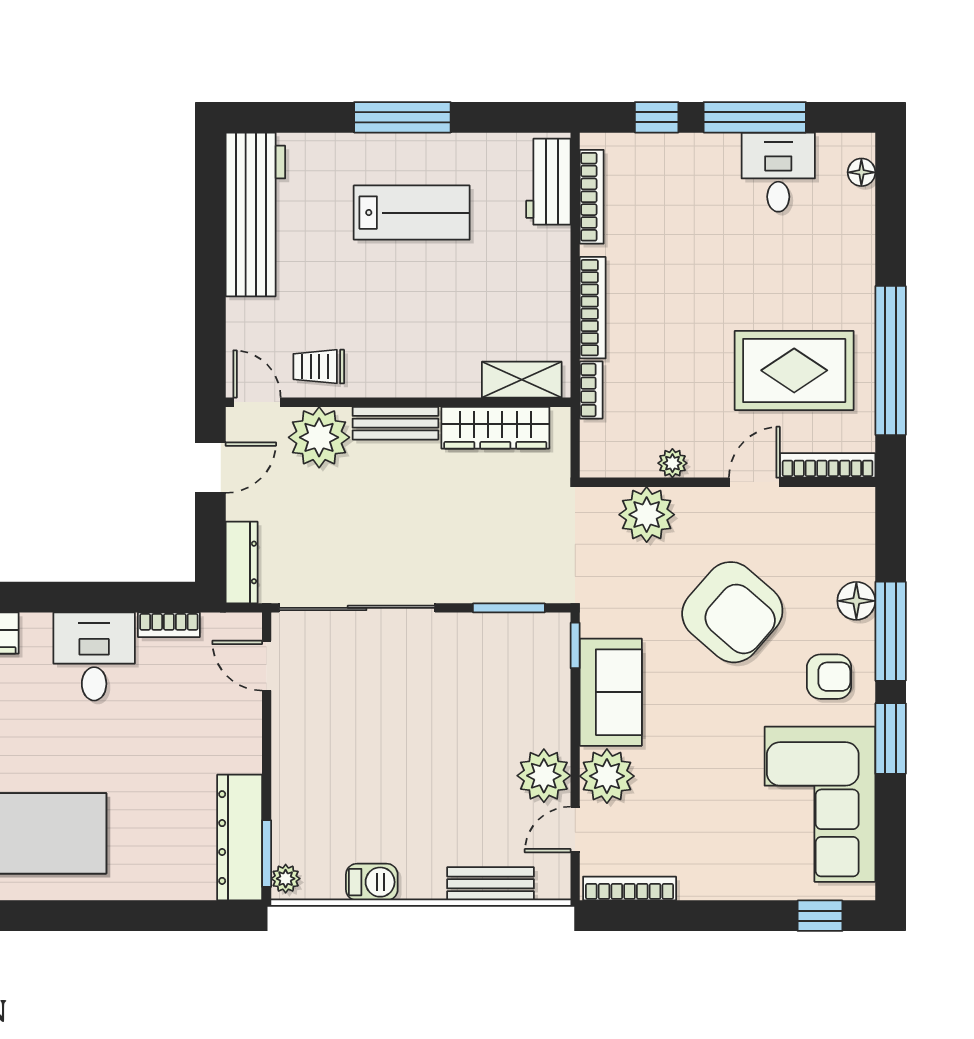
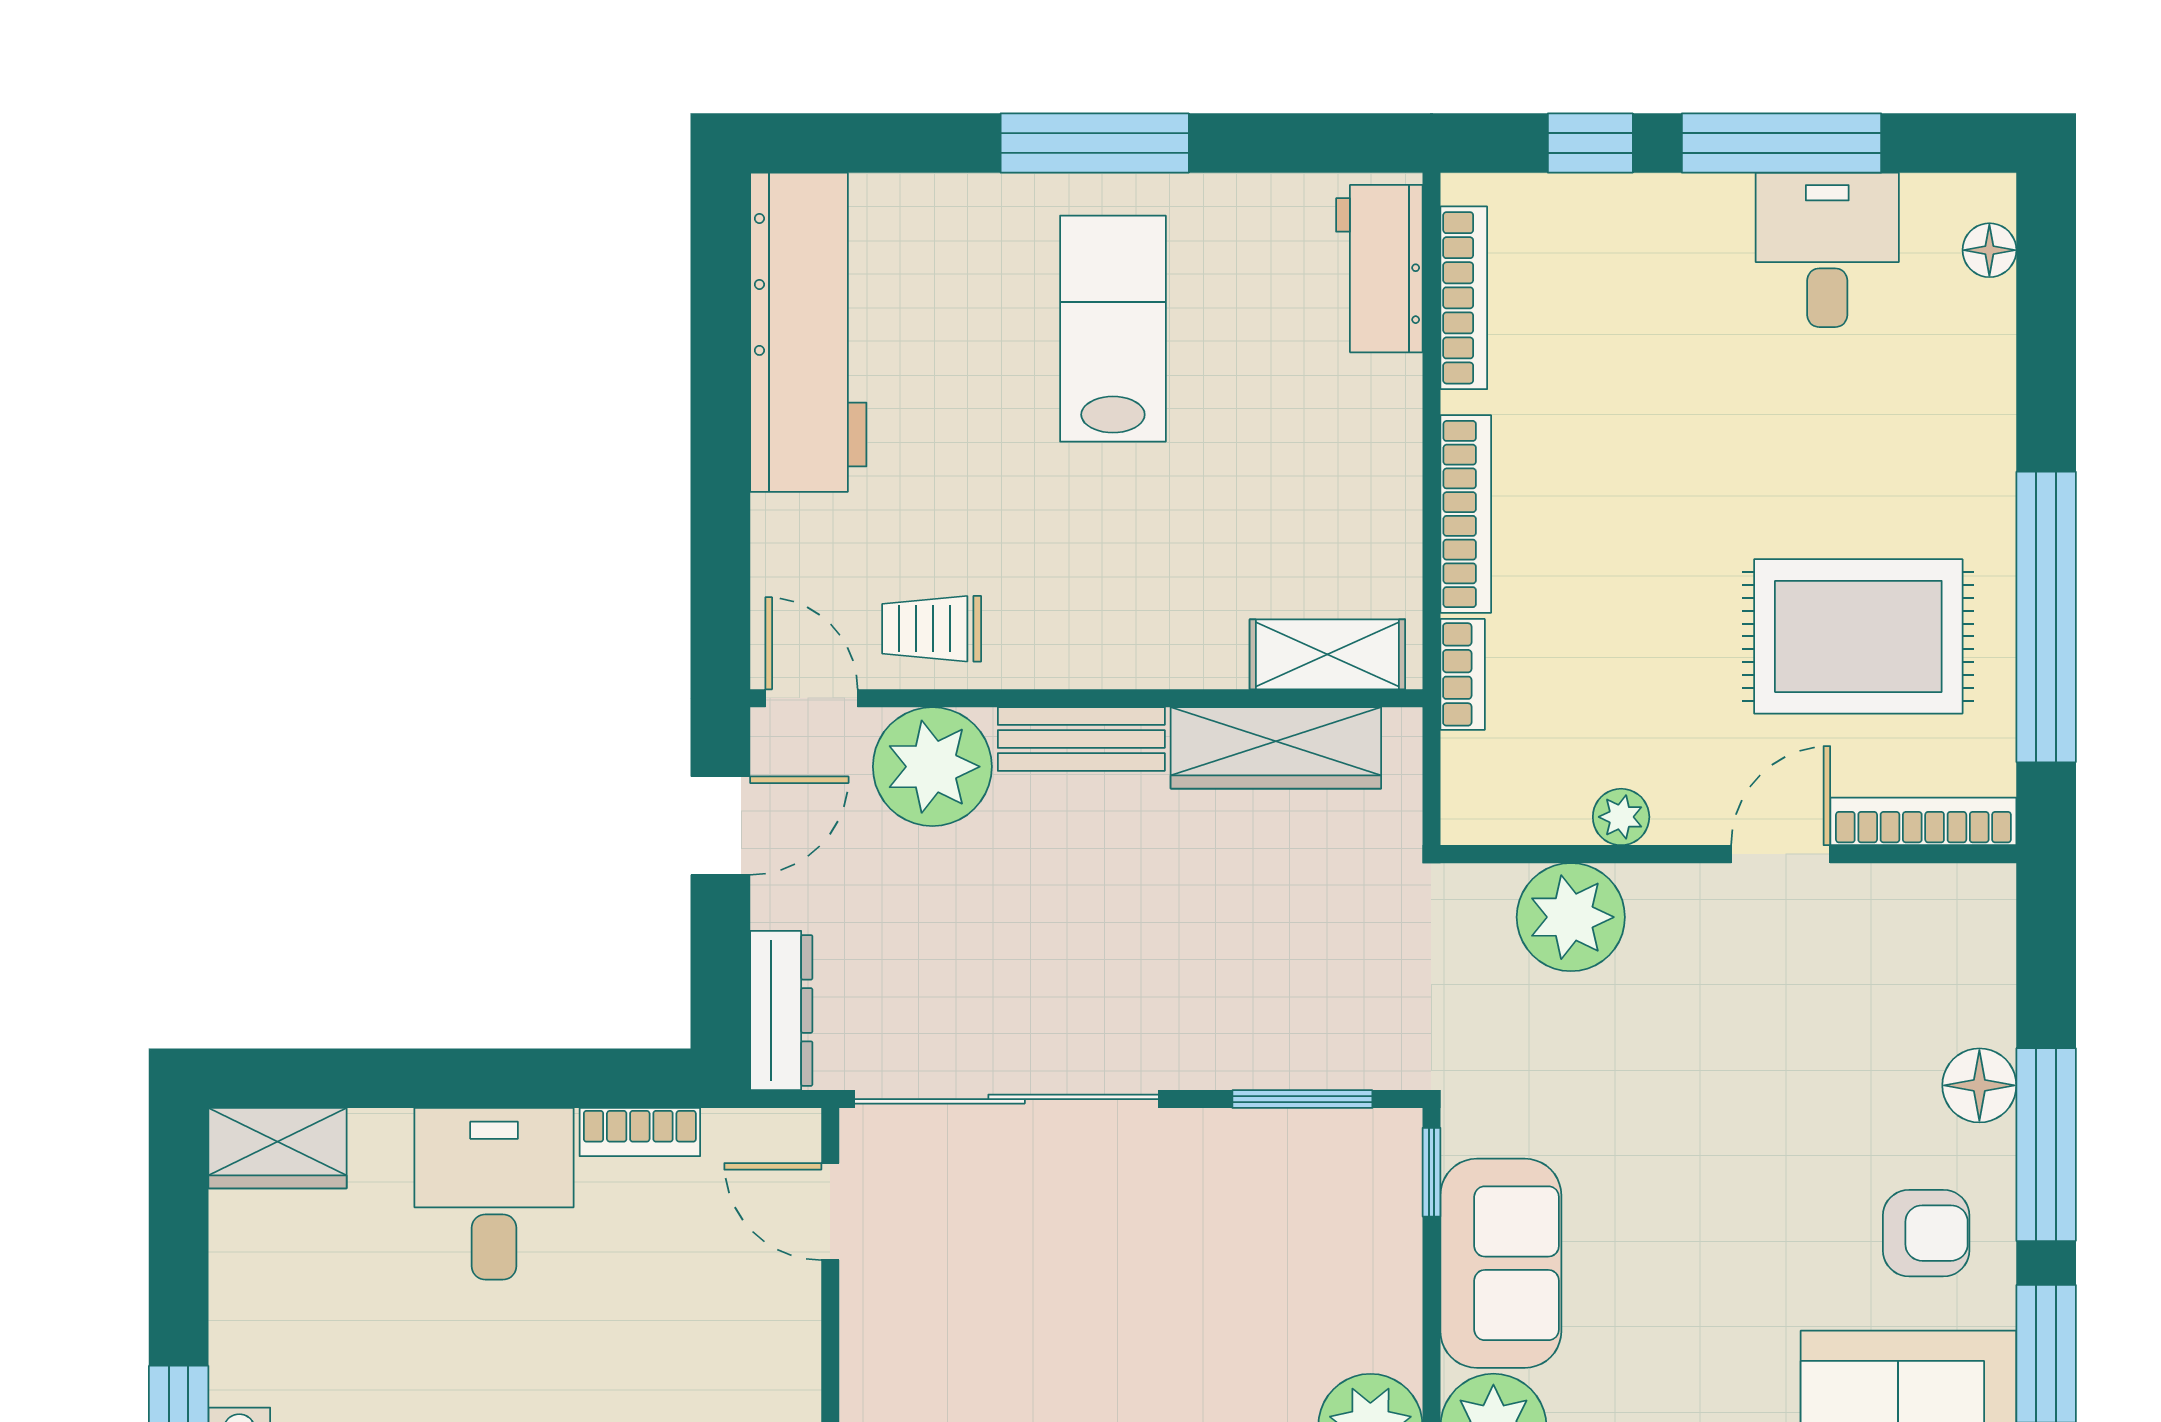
lab bench: (412, 213) -> (1113, 329), turned -90
armchair: (732, 612) -> (1738, 1107), removed

